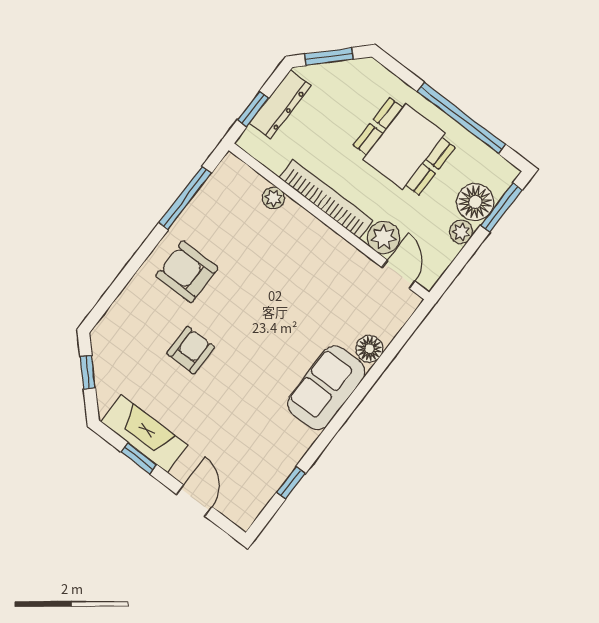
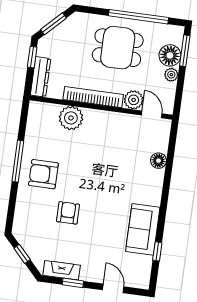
dresser: (280, 104) -> (41, 77), moved
window: (253, 109) -> (32, 57), moved
window: (185, 198) -> (18, 161), moved
plant: (273, 198) -> (71, 118), width x1.88, depth x1.88
sofa: (326, 388) -> (143, 229), moved
fireplace: (144, 434) -> (62, 270), width x0.73, depth x0.76

